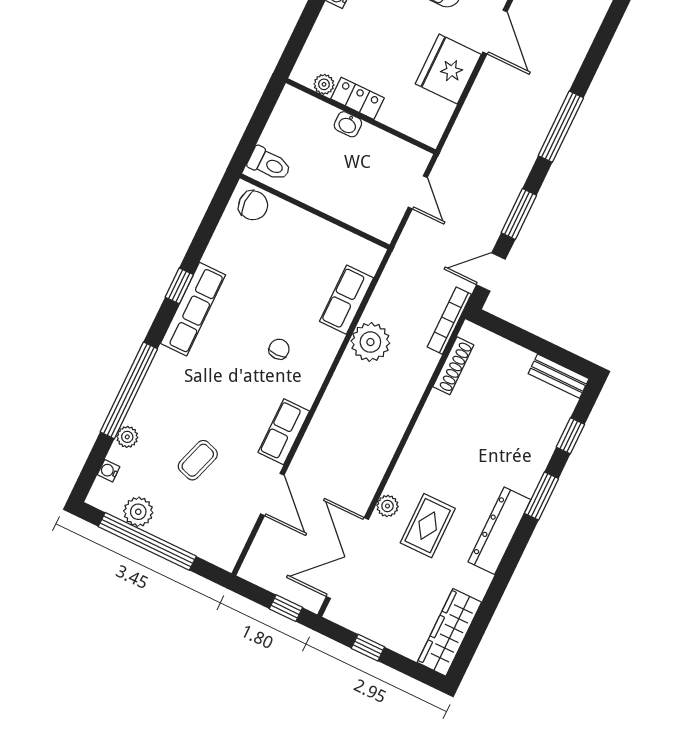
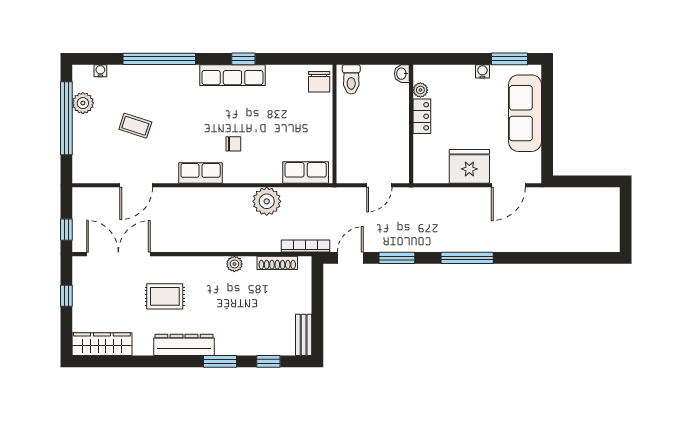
washbasin: (348, 124) -> (402, 74), moved
door: (491, 272) -> (350, 258), hinge flipped
row of seats: (347, 300) -> (306, 172), moved
row of seats: (284, 432) -> (201, 173), moved
plant: (127, 437) -> (128, 72), removed
plant: (387, 506) -> (234, 264), moved

